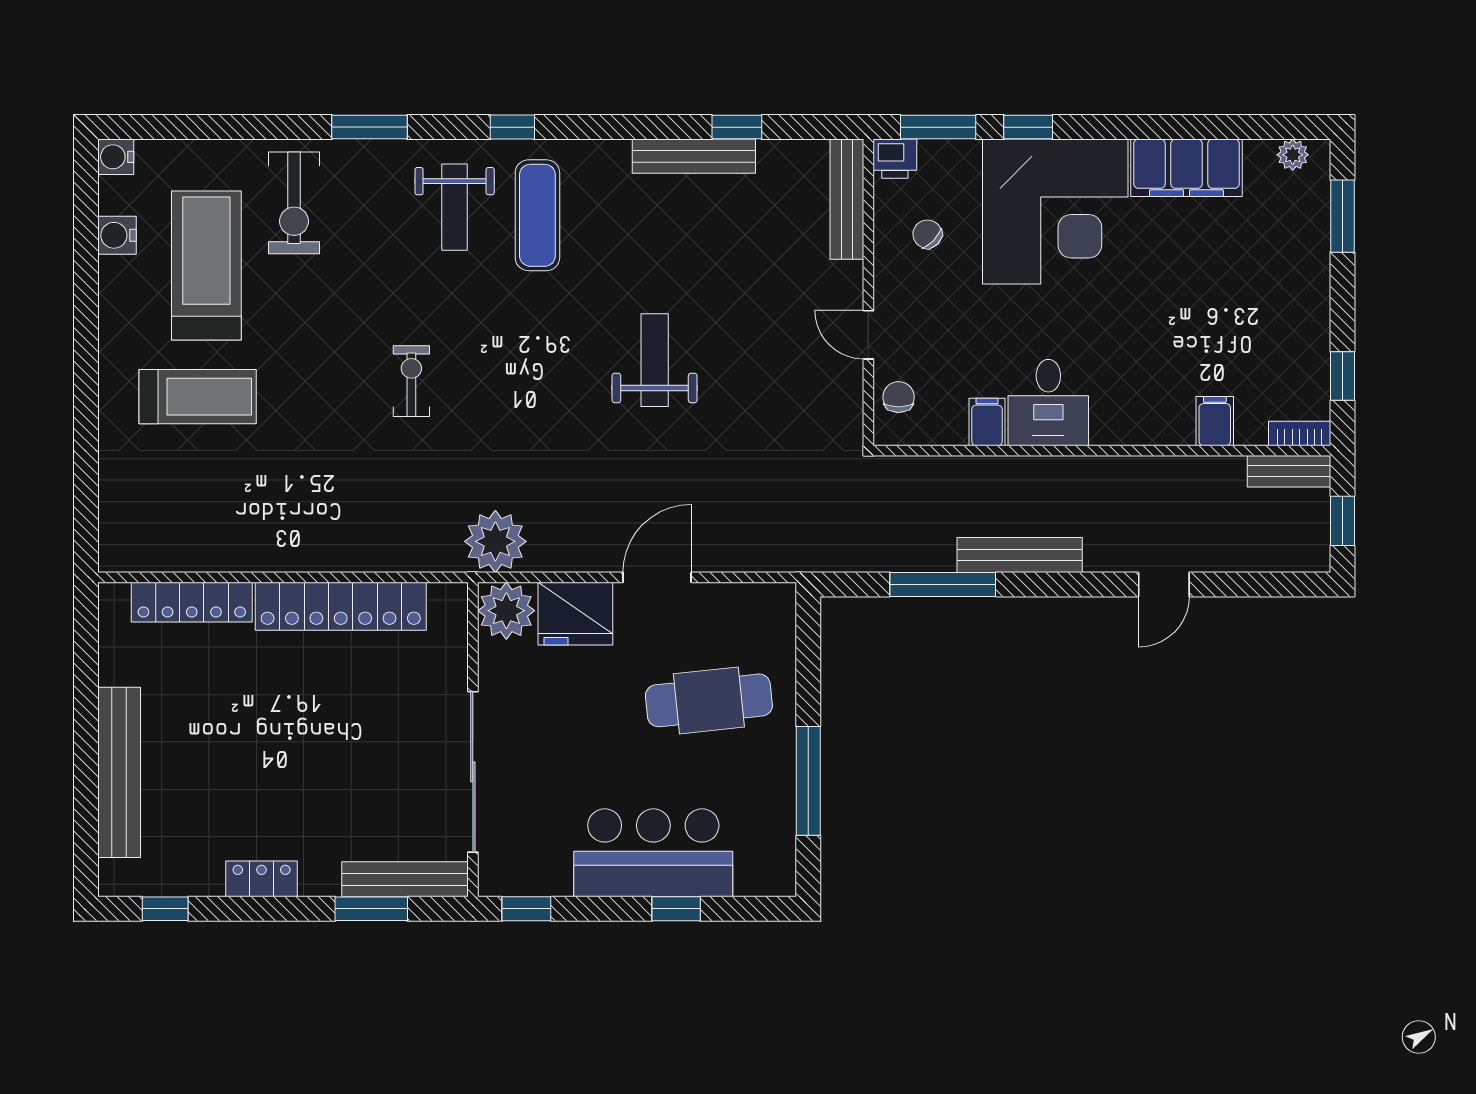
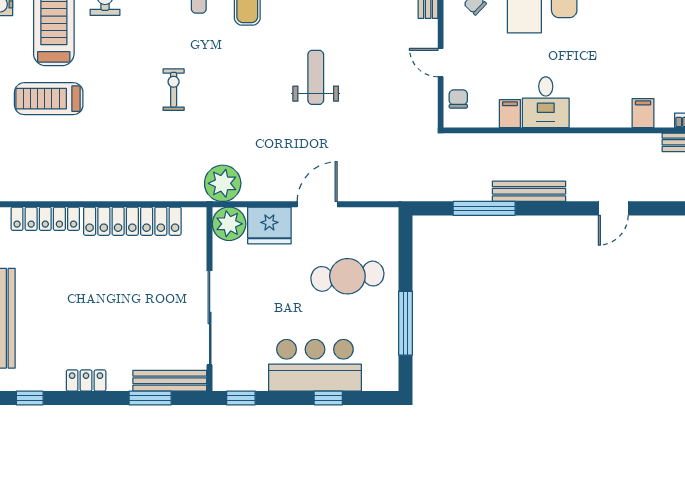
treadmill: (198, 397) -> (49, 99), turned 180

